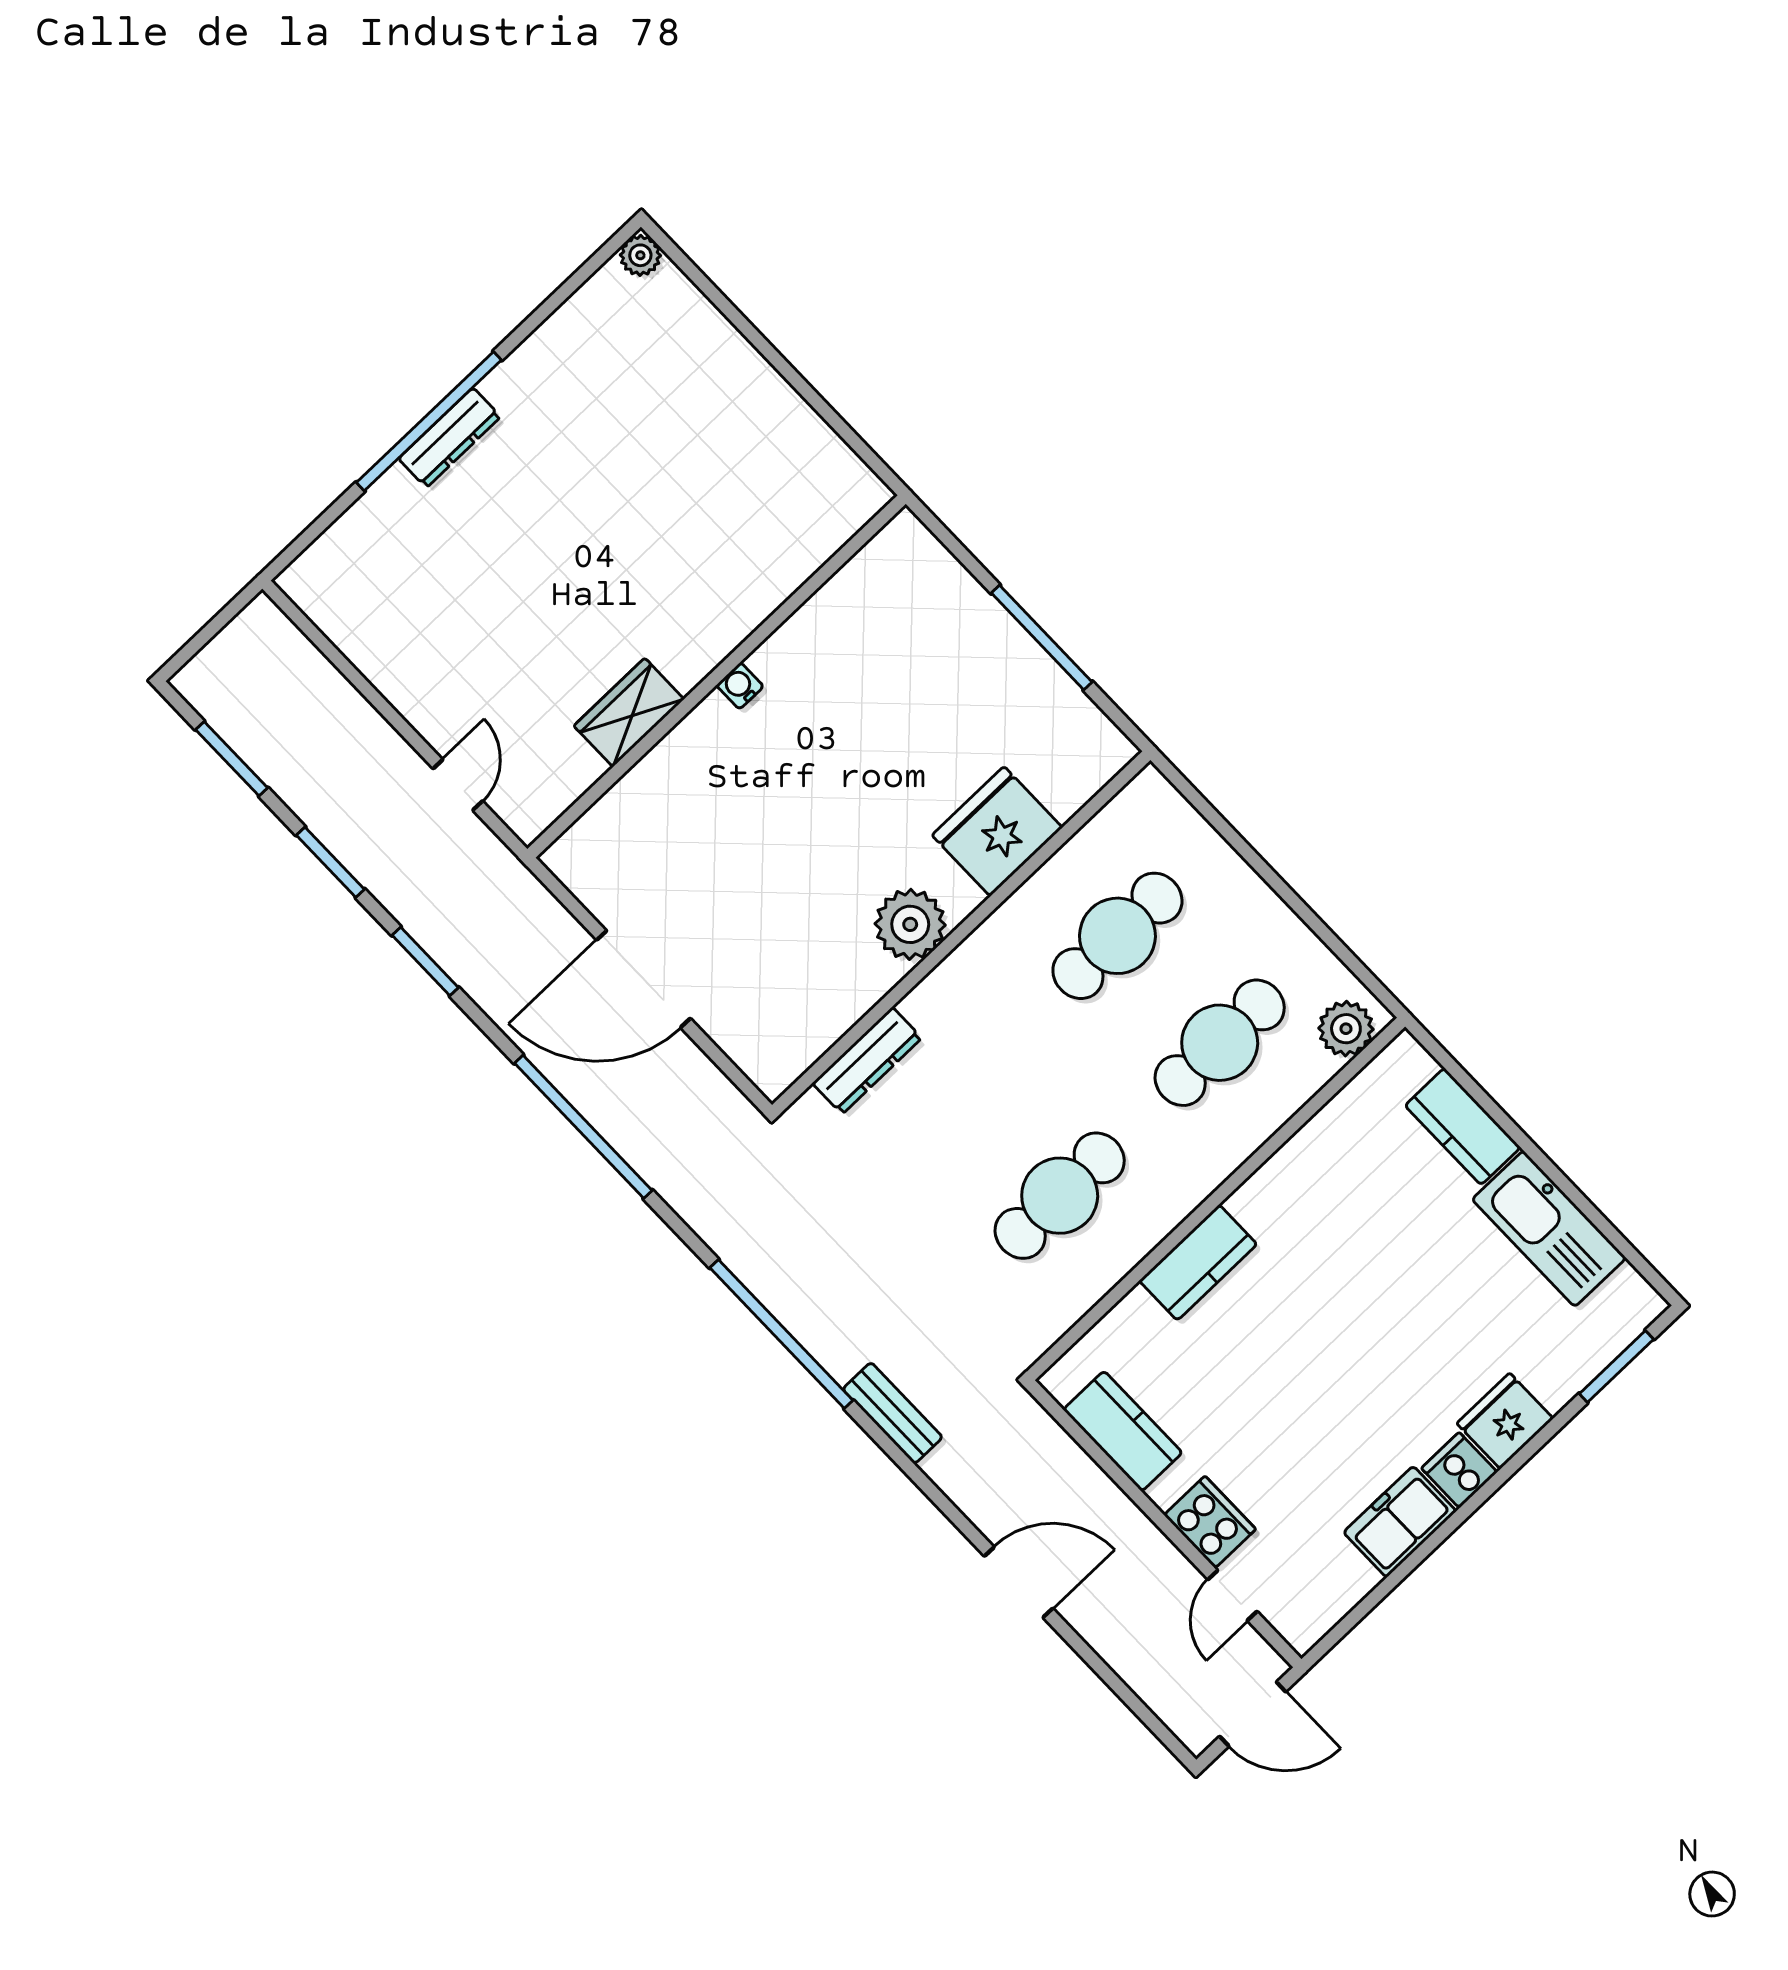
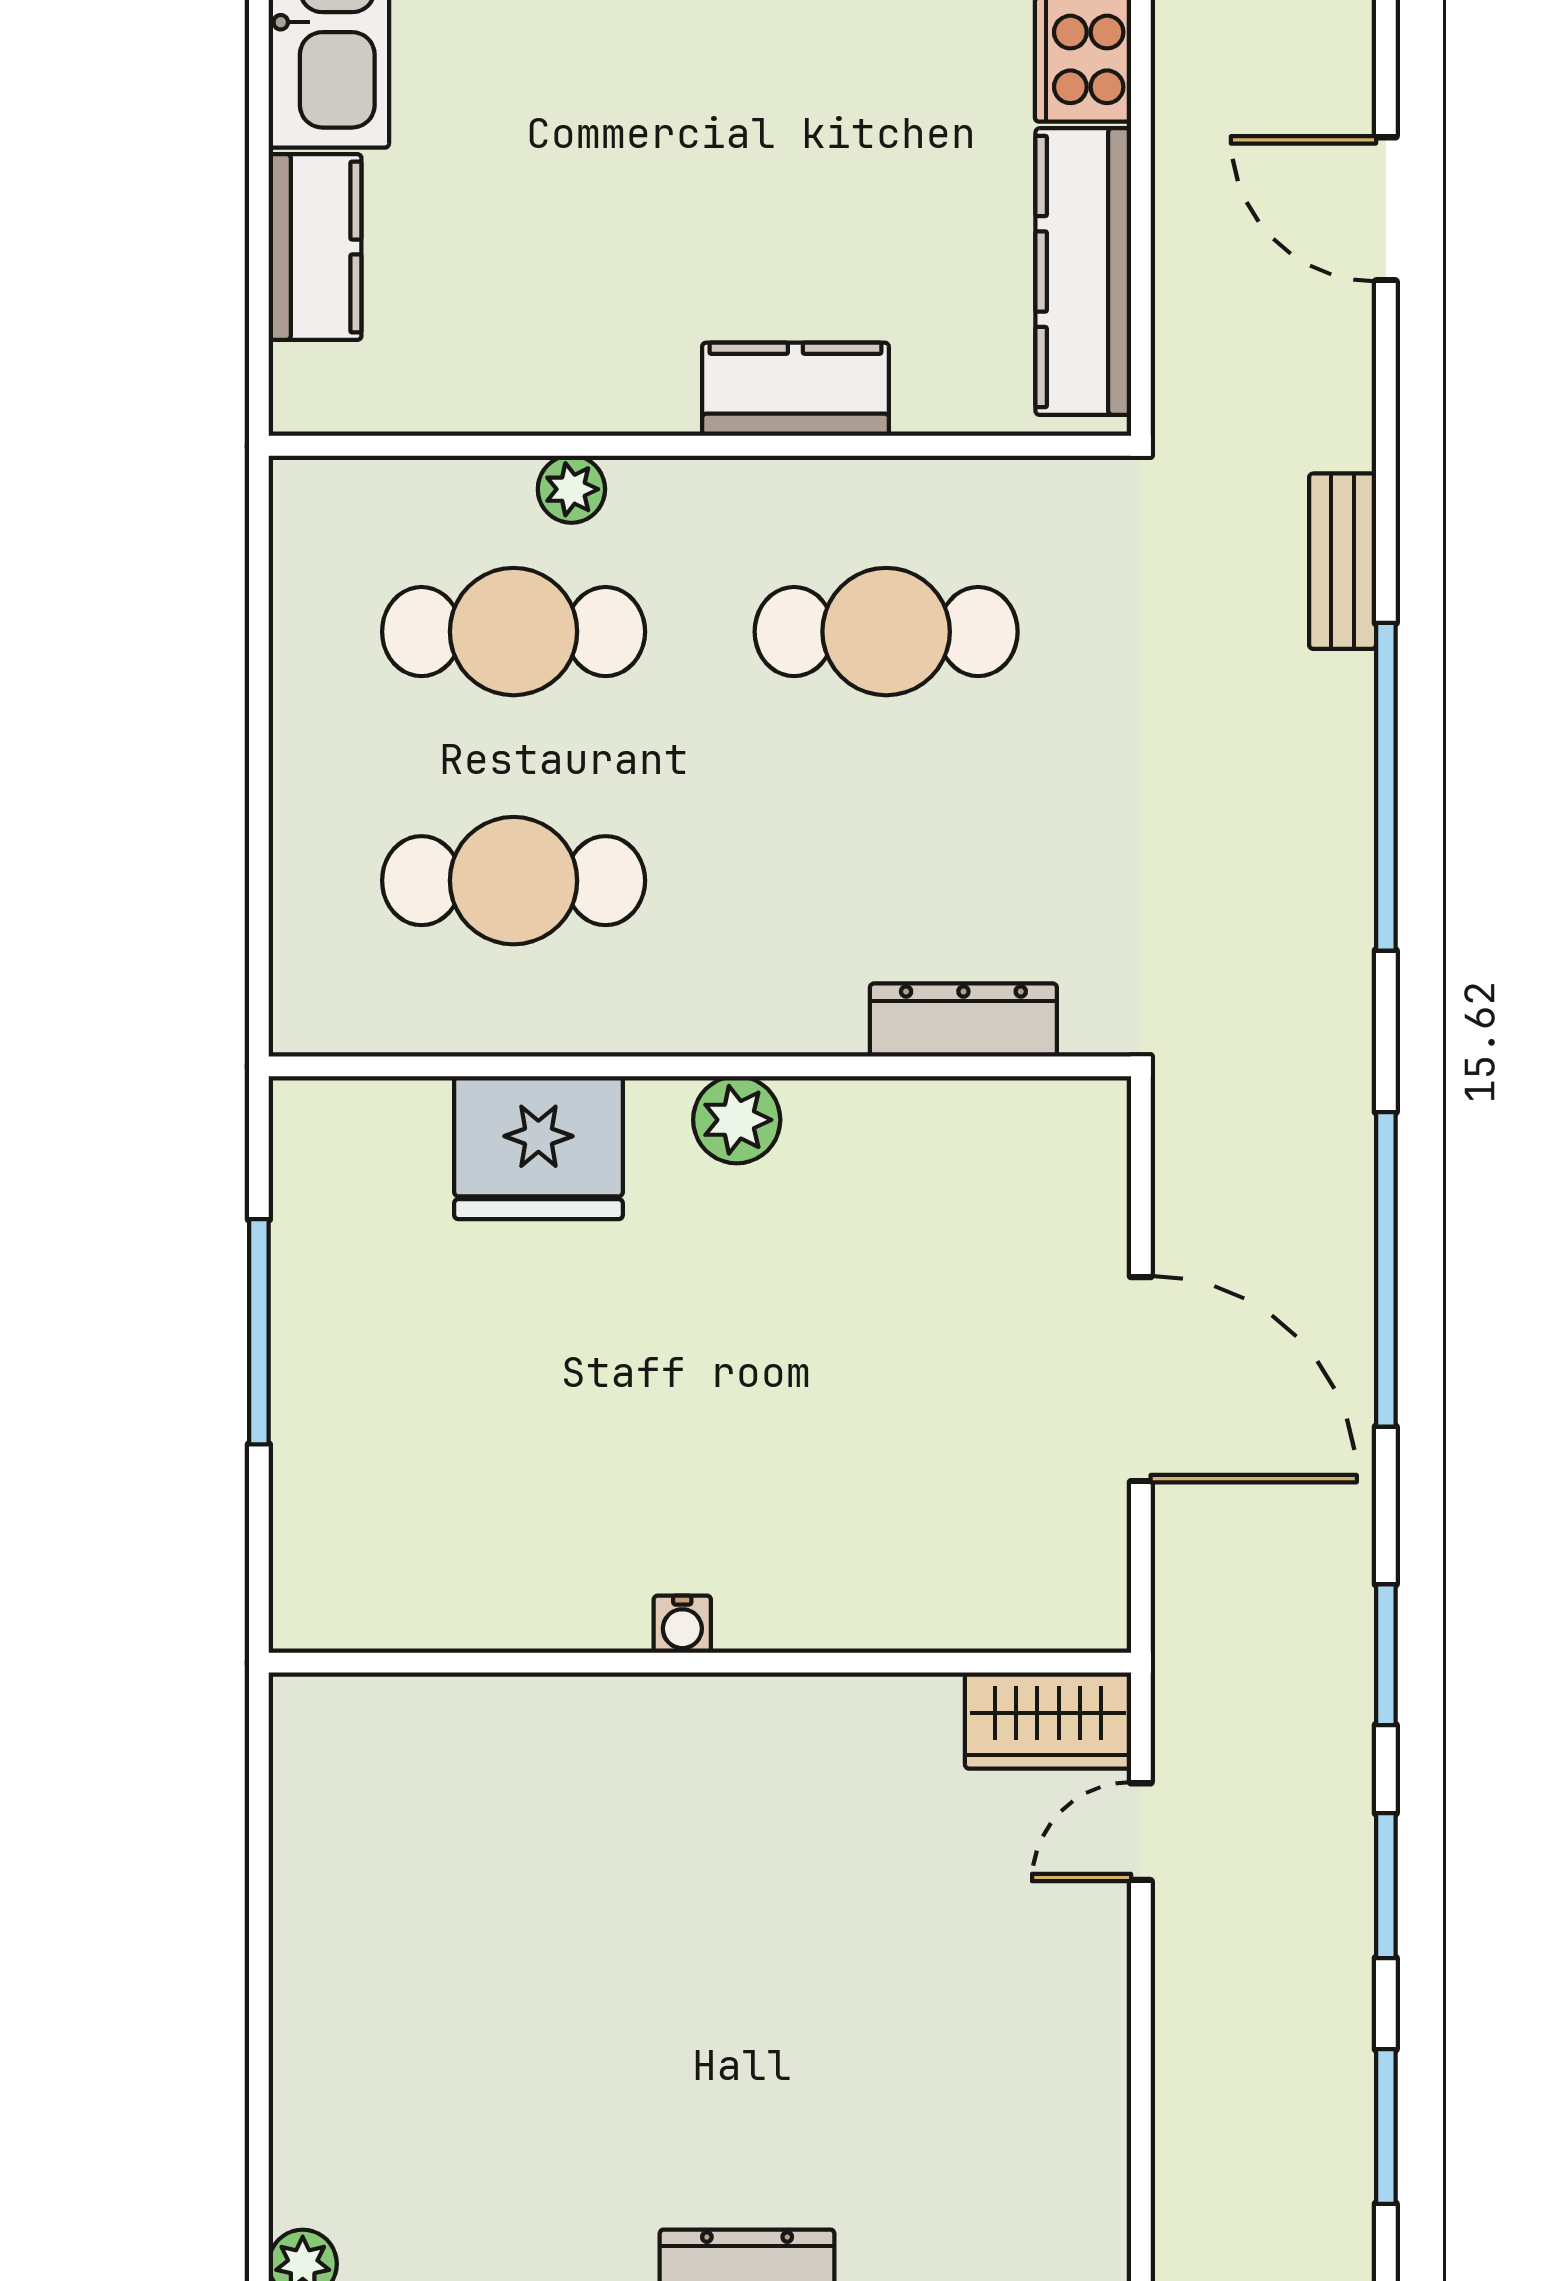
wardrobe: (629, 713) -> (1048, 1721), moved
plant: (910, 924) -> (737, 1120), width x0.73, depth x0.73
plant: (1346, 1029) -> (571, 489), moved, width x0.73, depth x0.73
kitchen counter: (1123, 1431) -> (1083, 272), width x1.50

